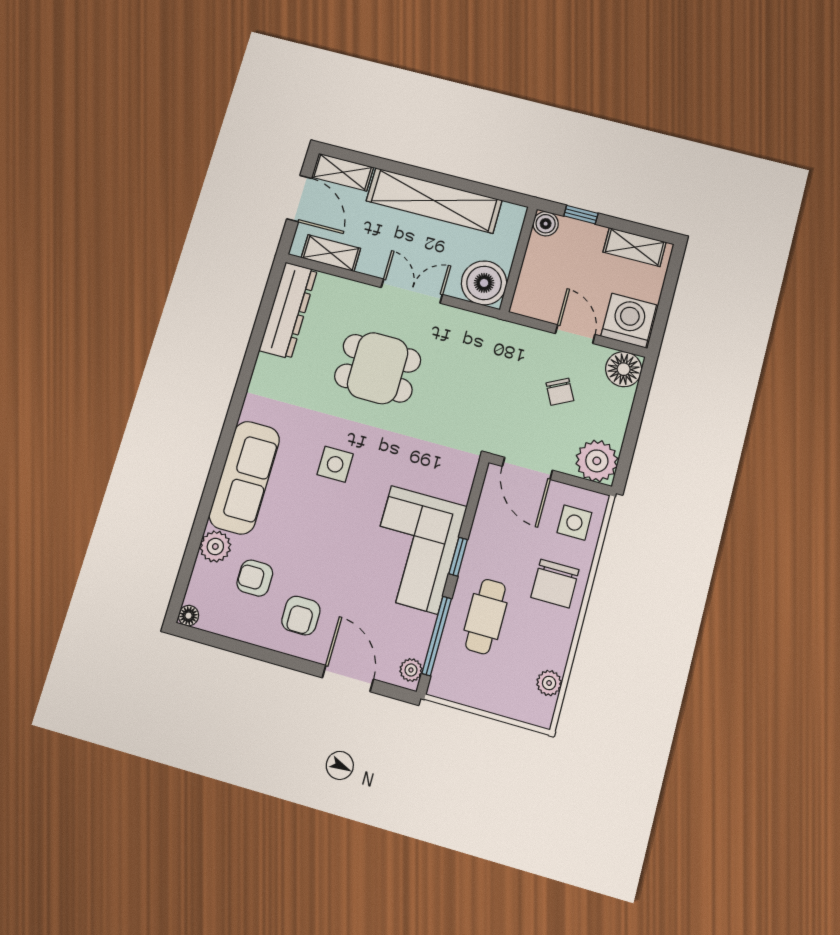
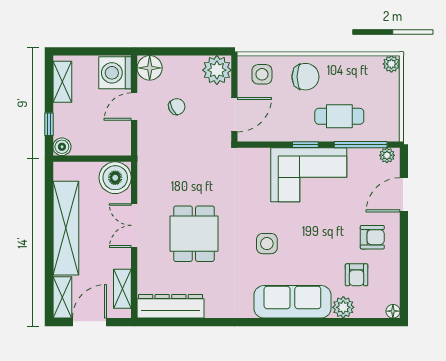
plant: (549, 683) -> (391, 64), moved

